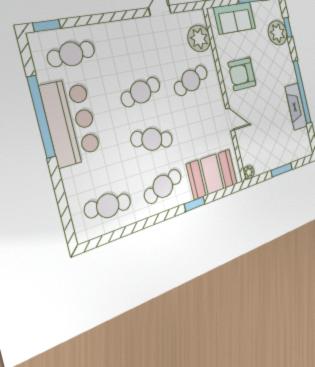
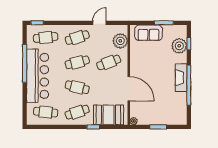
cafe table: (129, 44) -> (77, 38), added
armchair: (242, 74) -> (145, 65), removed
fireplace: (296, 107) -> (181, 78), moved
door: (230, 119) -> (129, 89), width x1.88
bar counter: (71, 122) -> (38, 76), width x1.36

